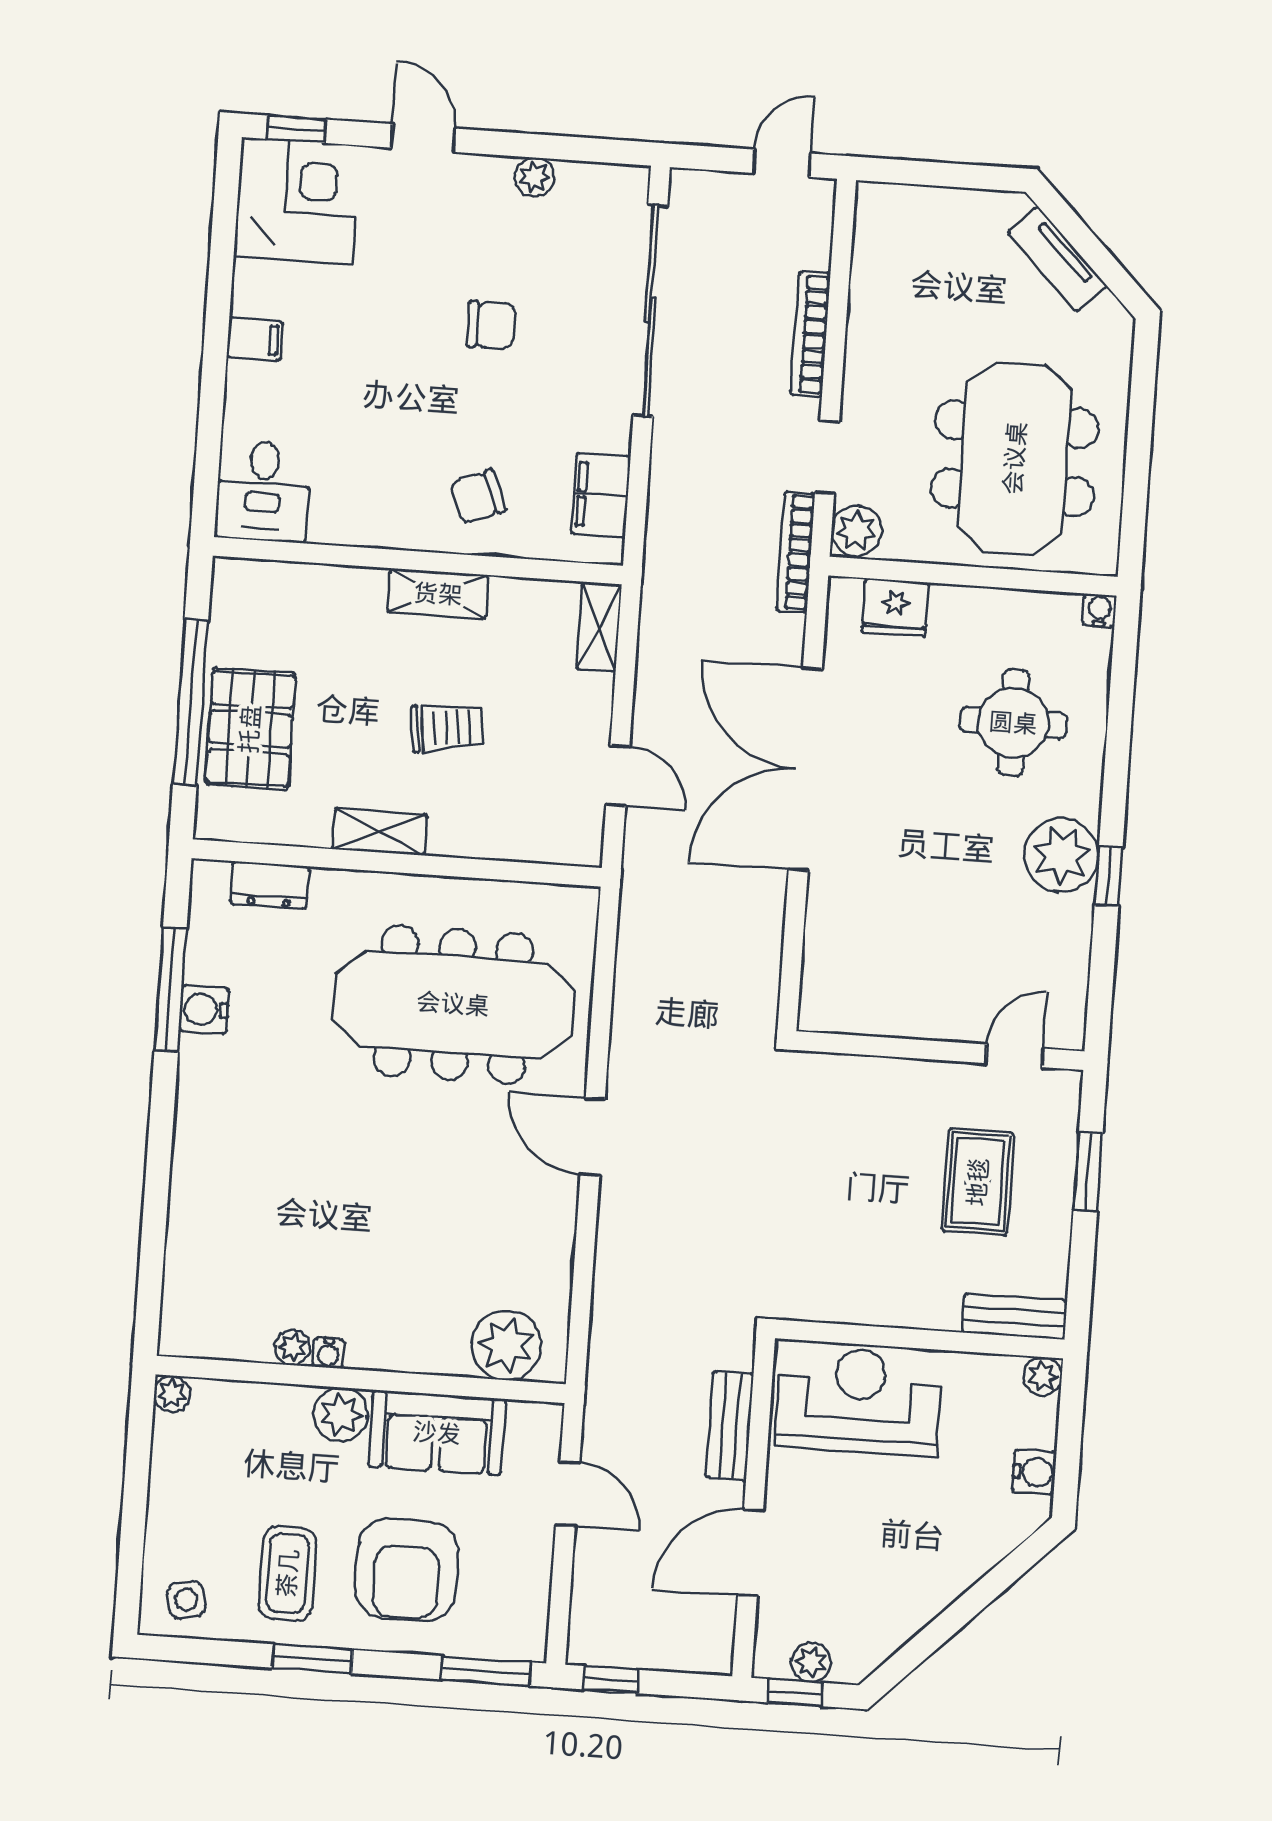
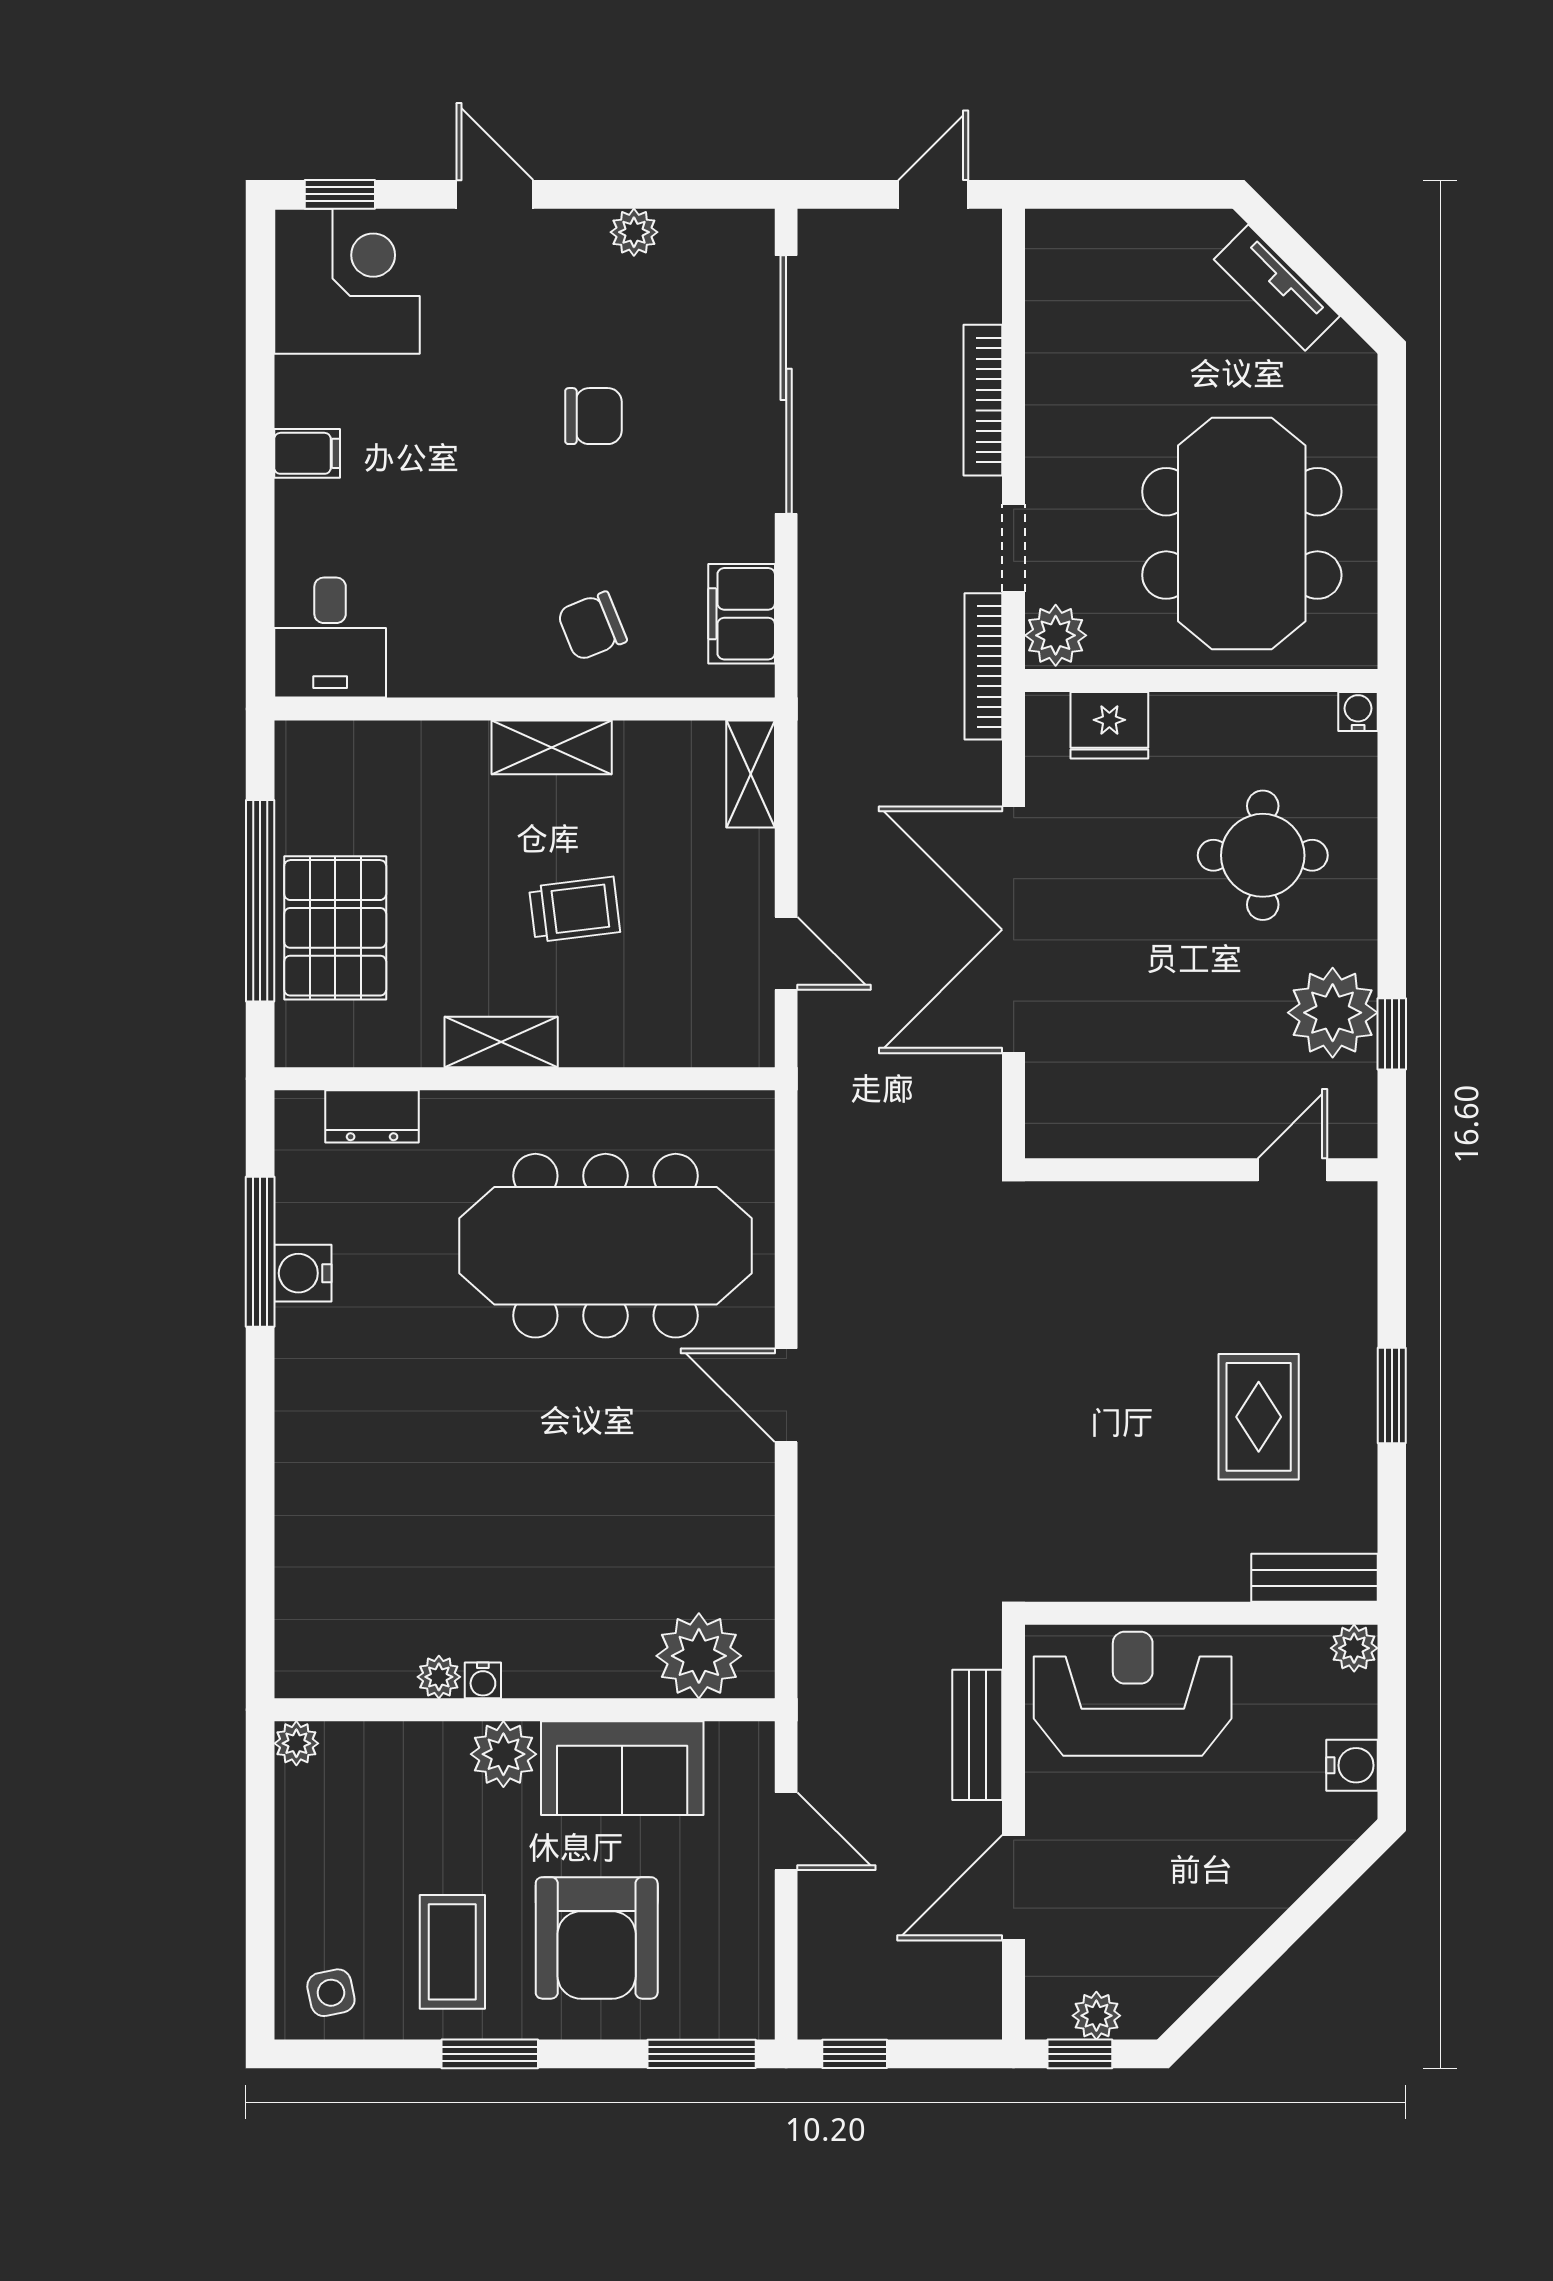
wall: (940, 1051) -> (1201, 1170), moved
door: (1015, 1056) -> (1293, 1170), moved

